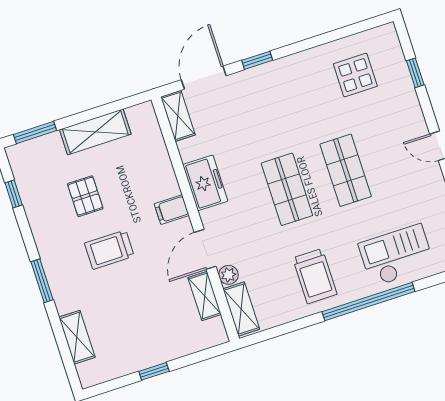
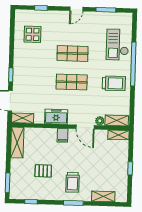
shelving: (95, 132) -> (17, 143), moved
trolley: (109, 250) -> (73, 182), moved
shelving: (205, 296) -> (118, 135), moved

